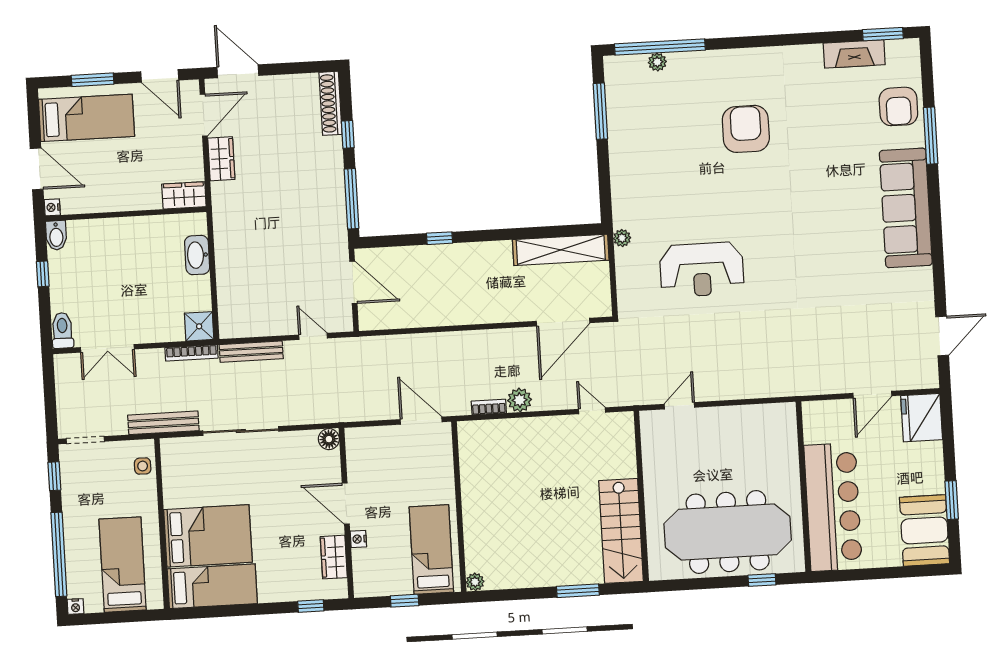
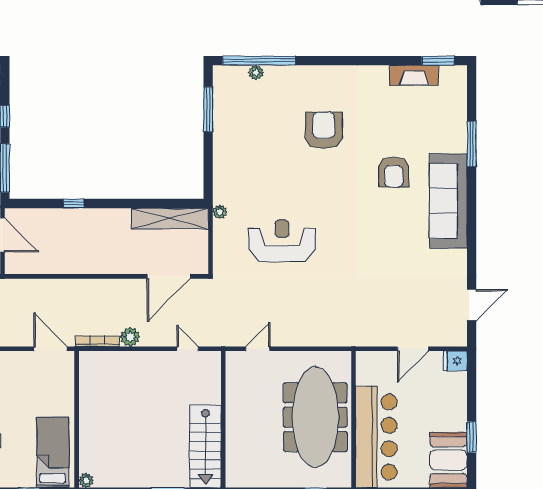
armchair: (898, 106) -> (394, 172), moved
reception desk: (702, 270) -> (282, 241), turned 180
bookcase: (489, 407) -> (97, 341), width x1.56
fridge: (922, 418) -> (455, 361), width x0.53, depth x0.75
meeting table: (728, 532) -> (315, 417), moved, turned 90

